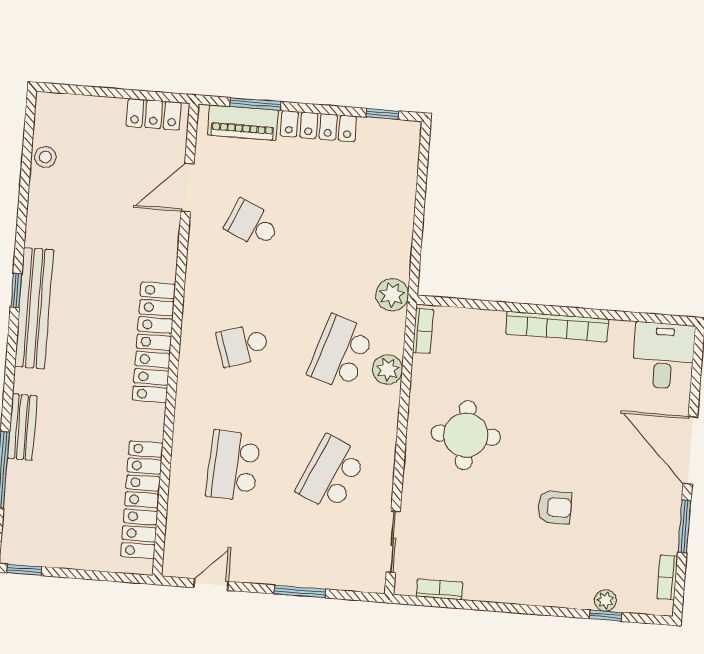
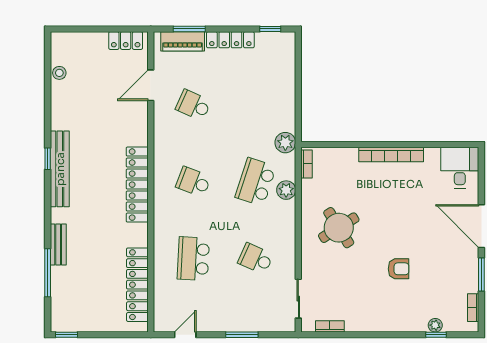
school desk: (243, 345) -> (193, 182), turned 39
round table: (466, 435) -> (339, 228), turned -32
school desk: (331, 473) -> (256, 259), width x0.54

